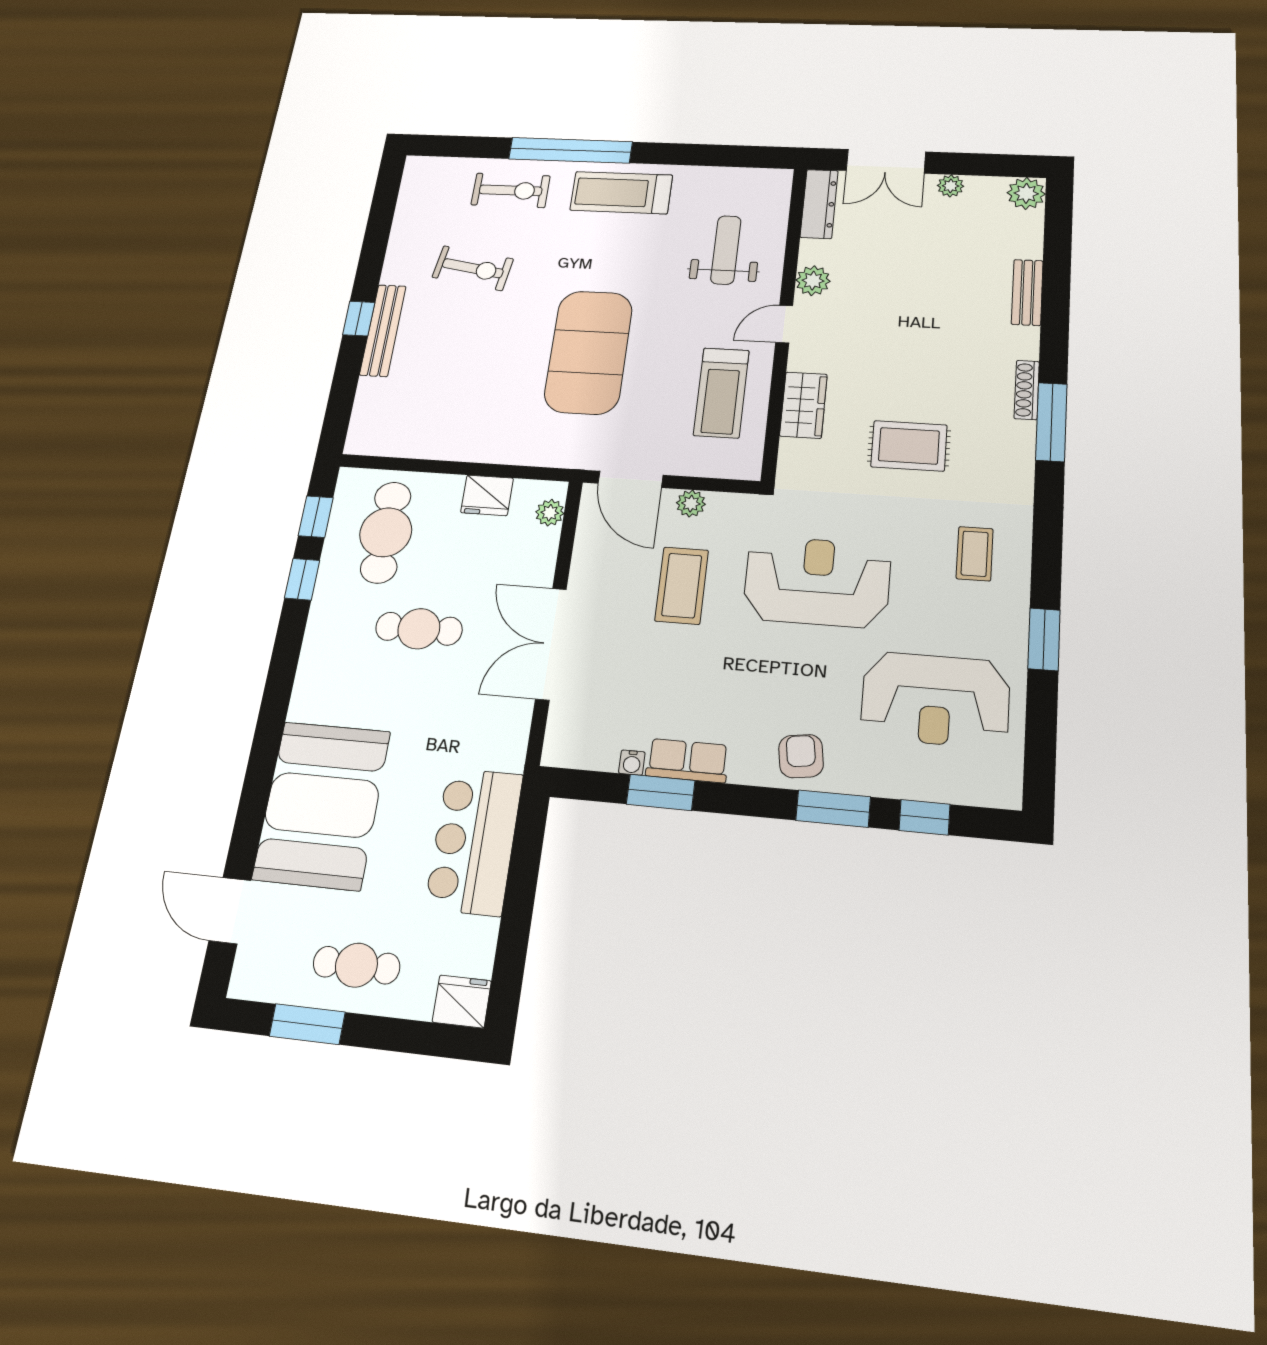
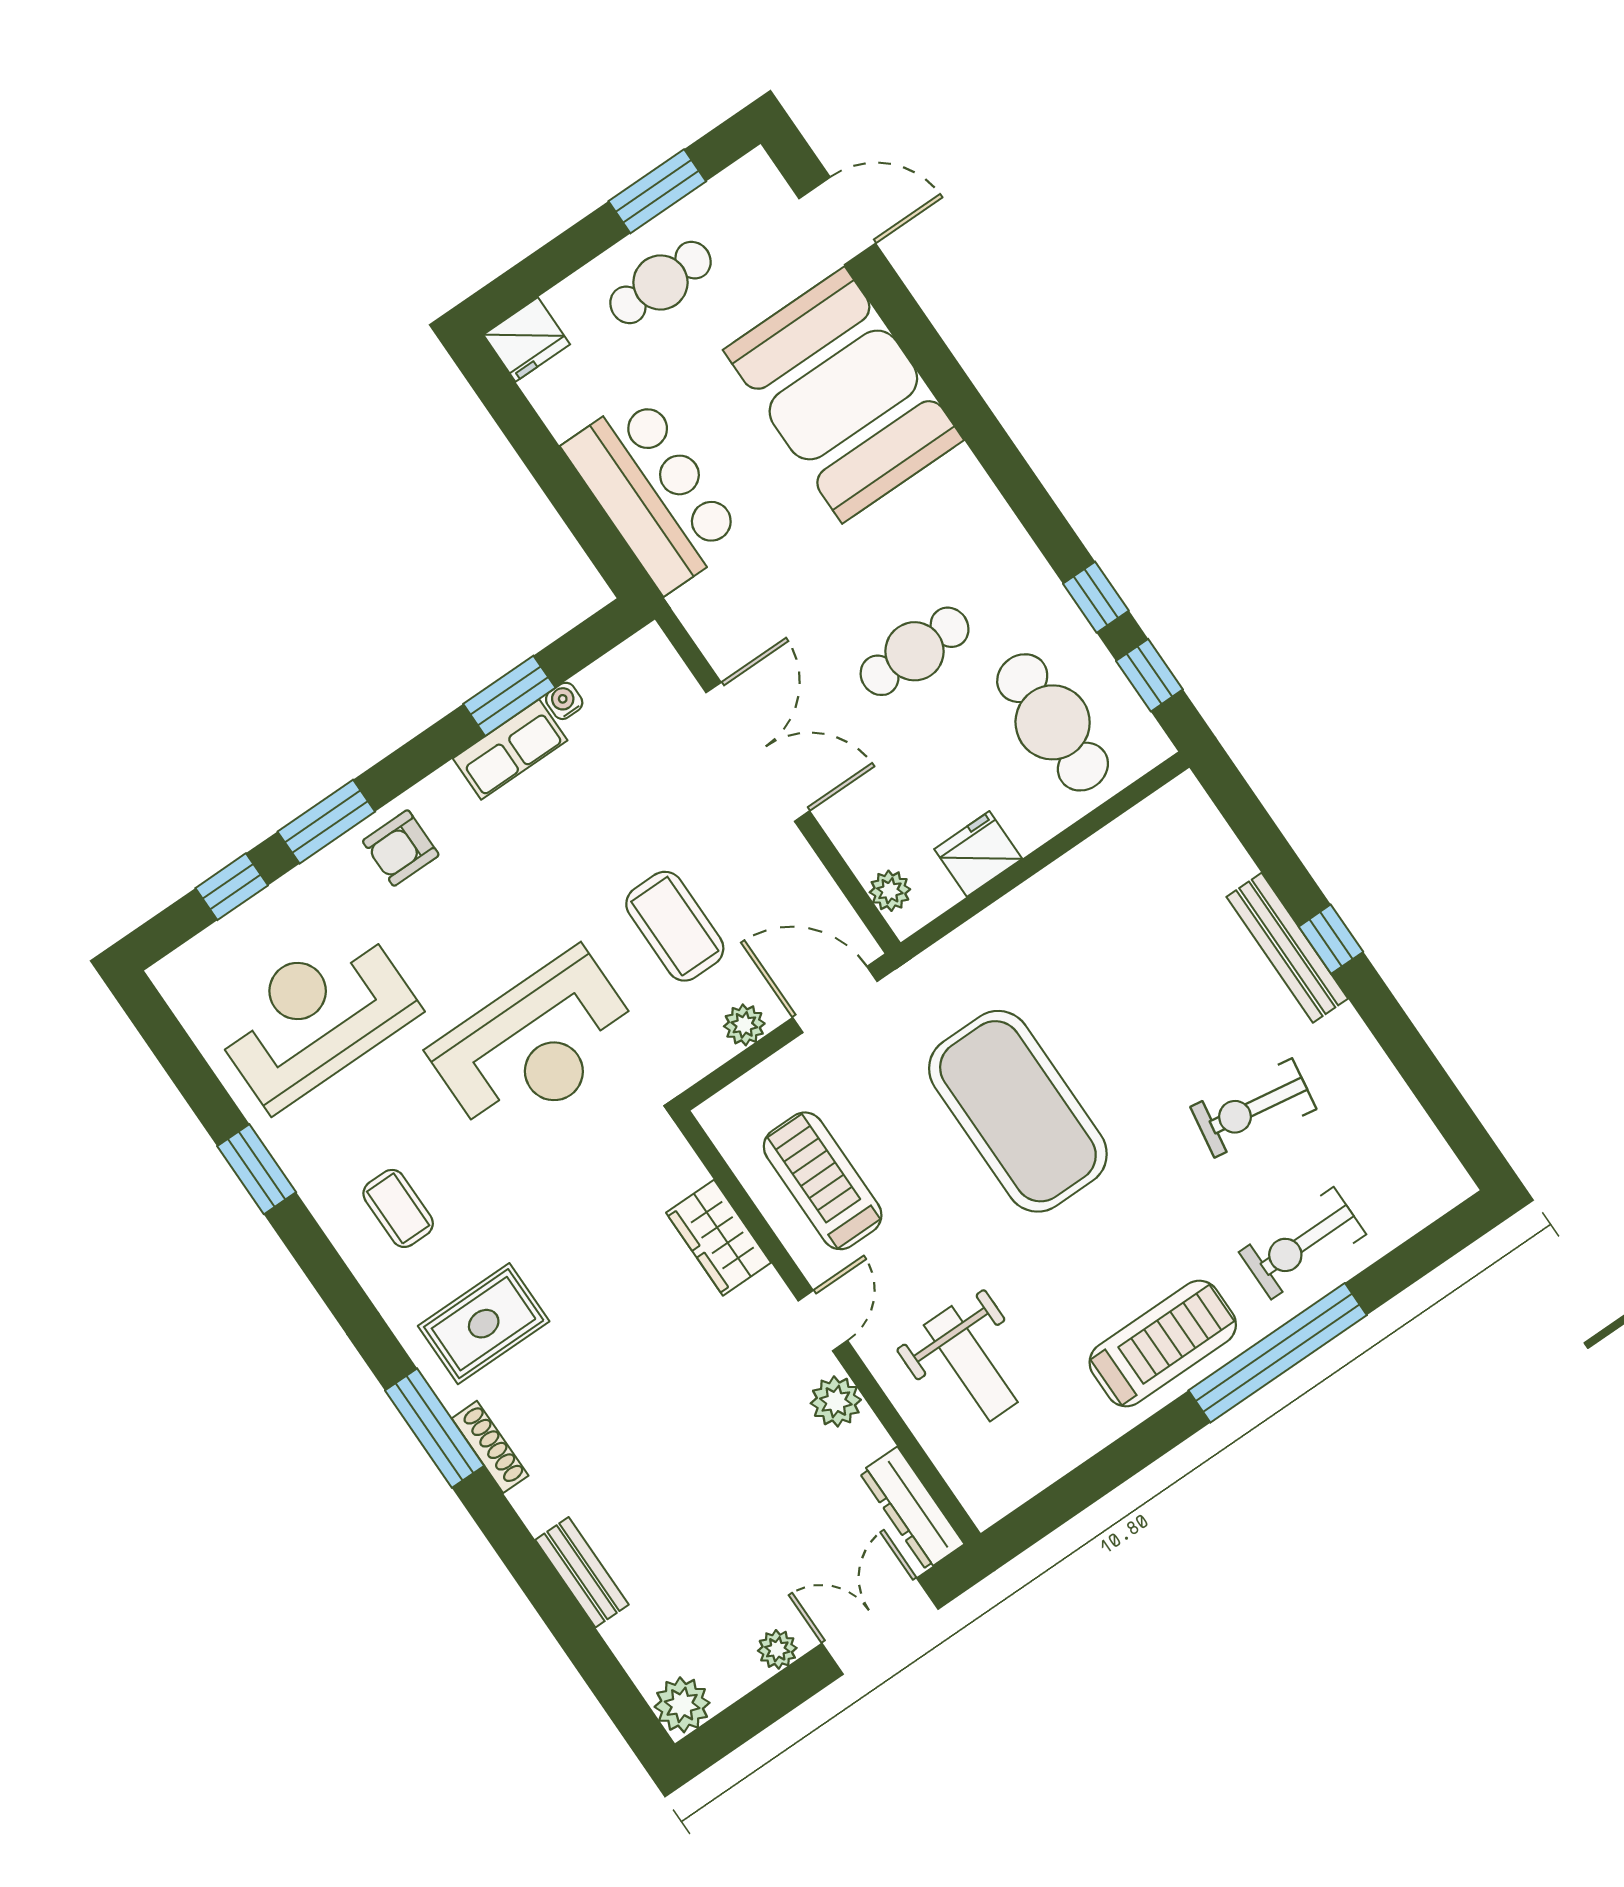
rug: (909, 446) -> (484, 1324), moved
armchair: (801, 756) -> (401, 848), turned 98

